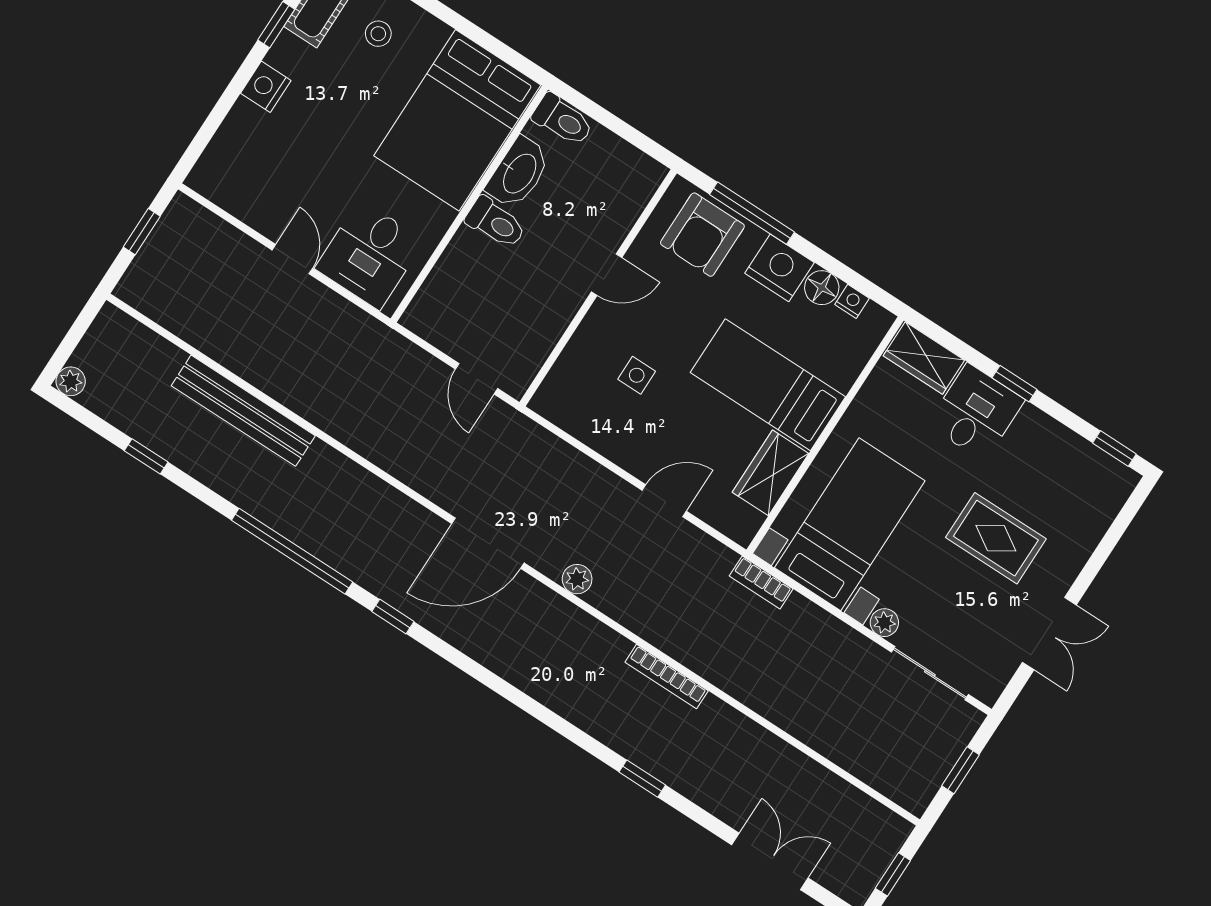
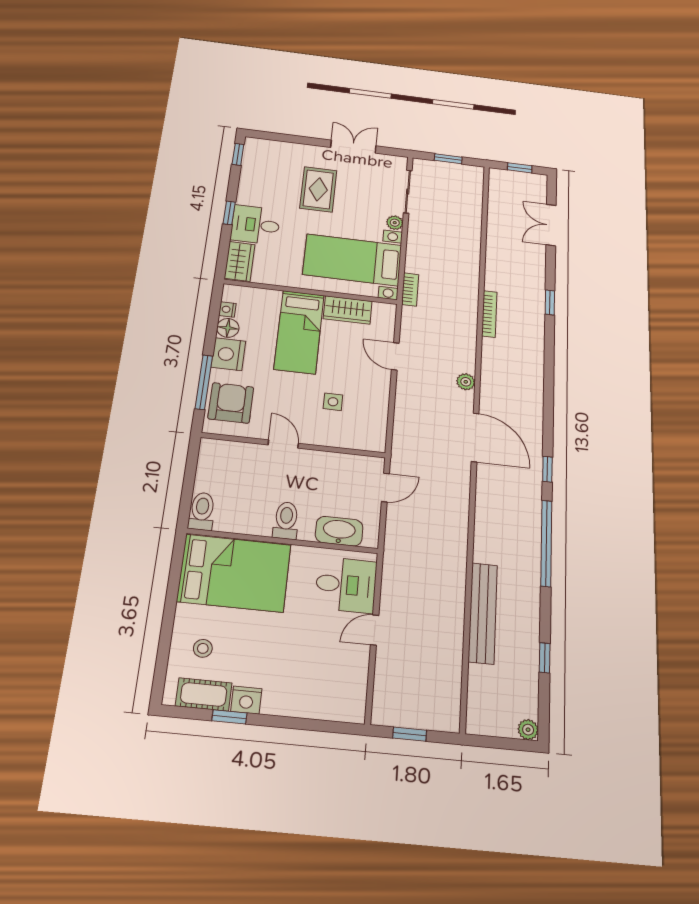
nightstand: (266, 87) -> (246, 700), moved
washbasin: (519, 173) -> (339, 531), moved
armchair: (702, 235) -> (231, 403), turned -90

